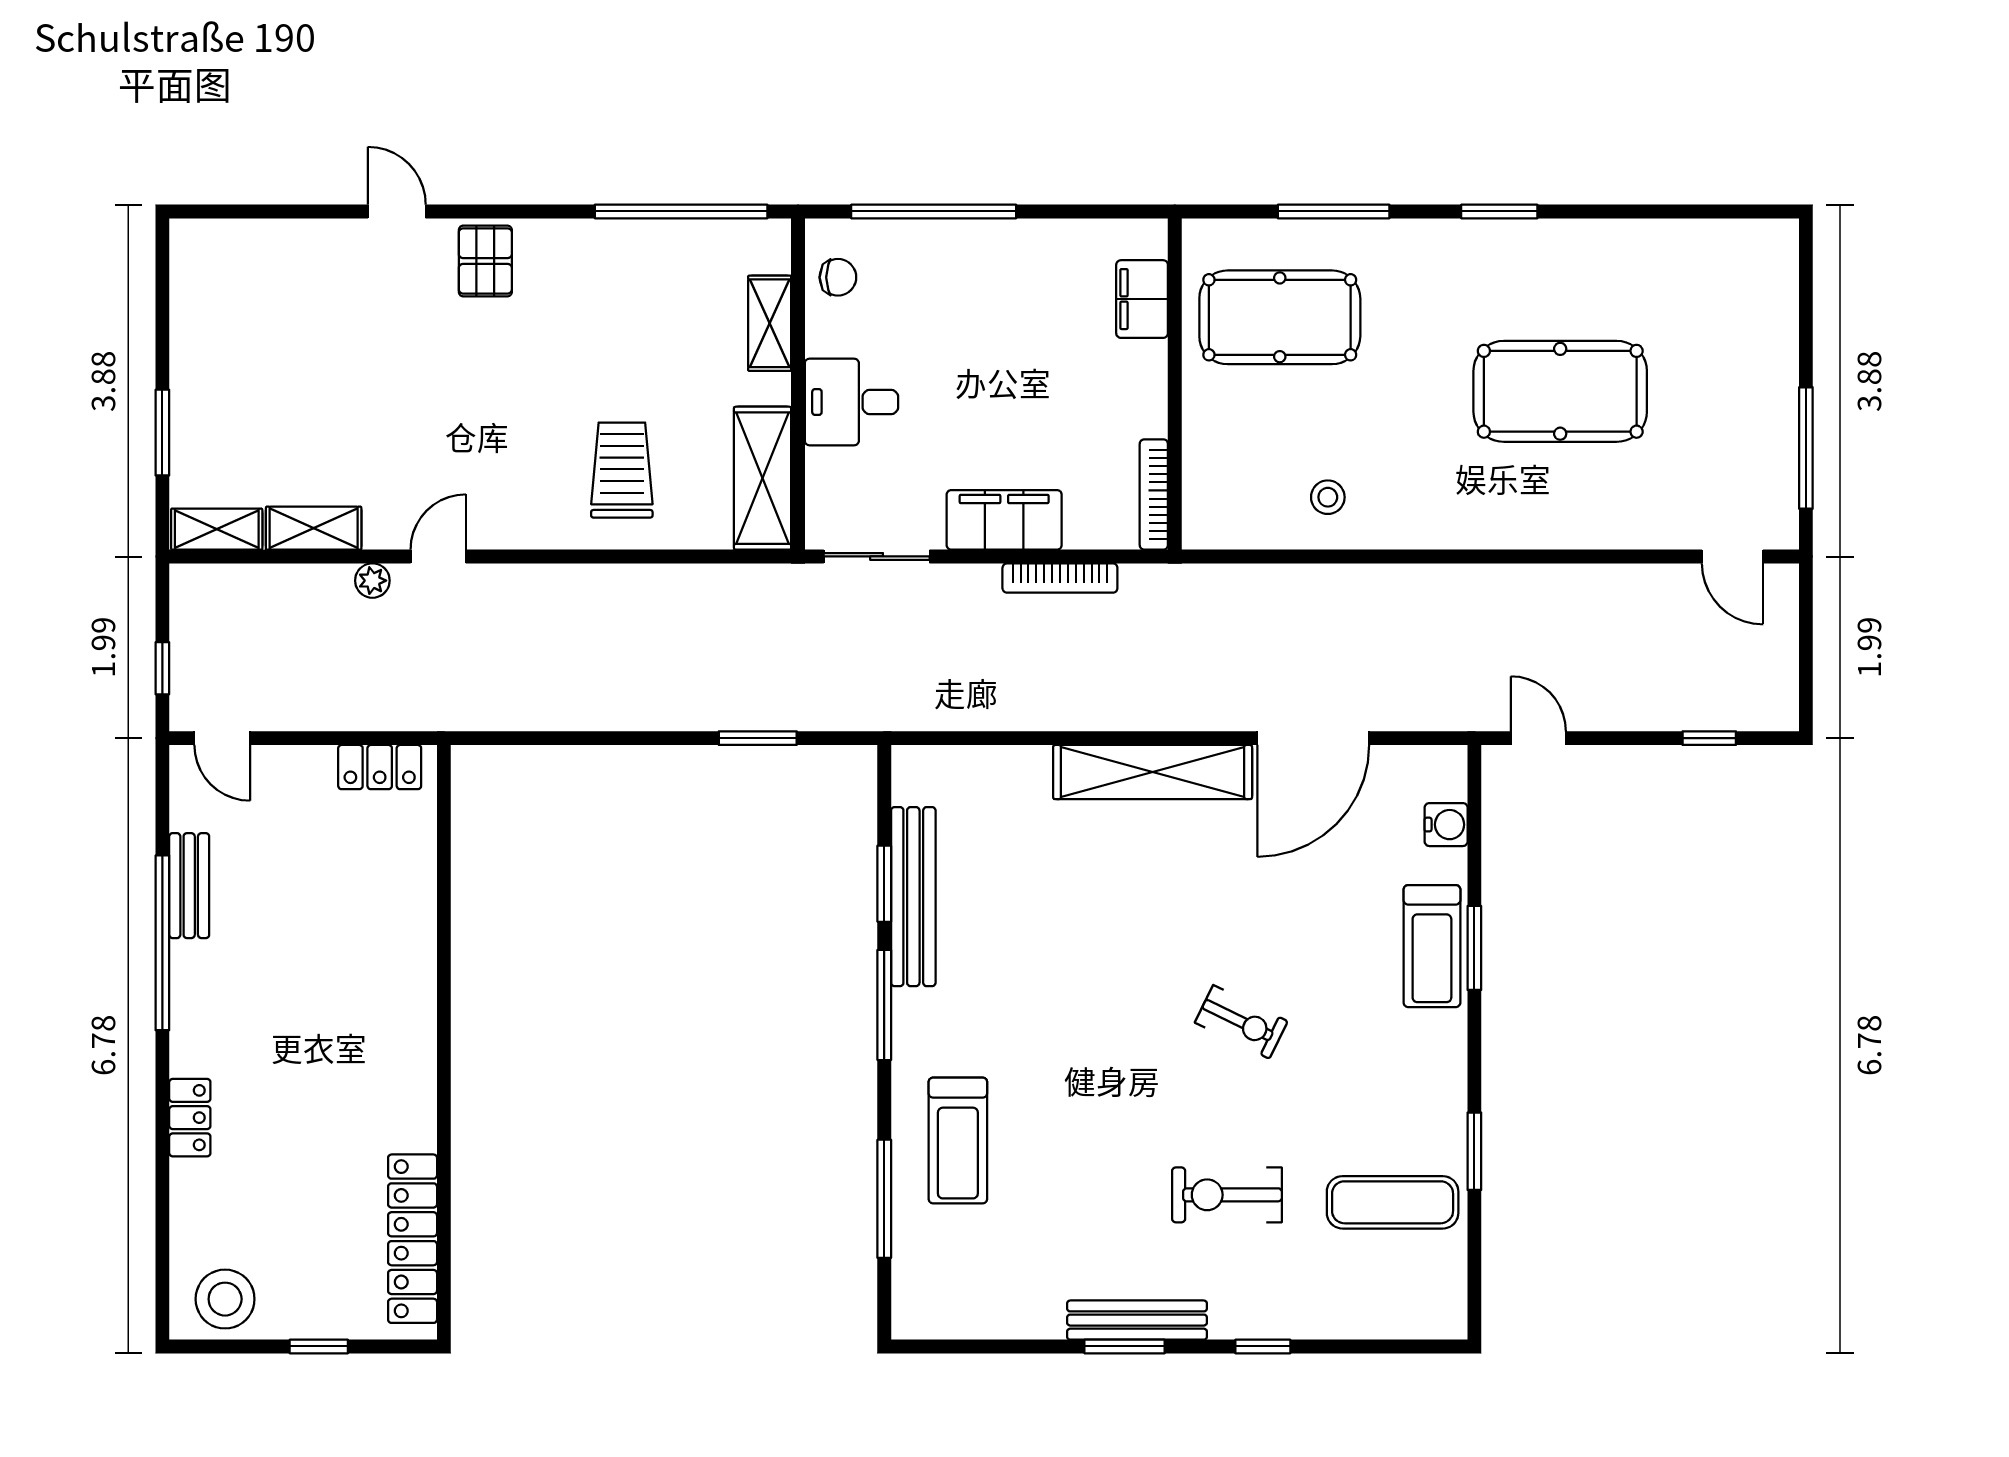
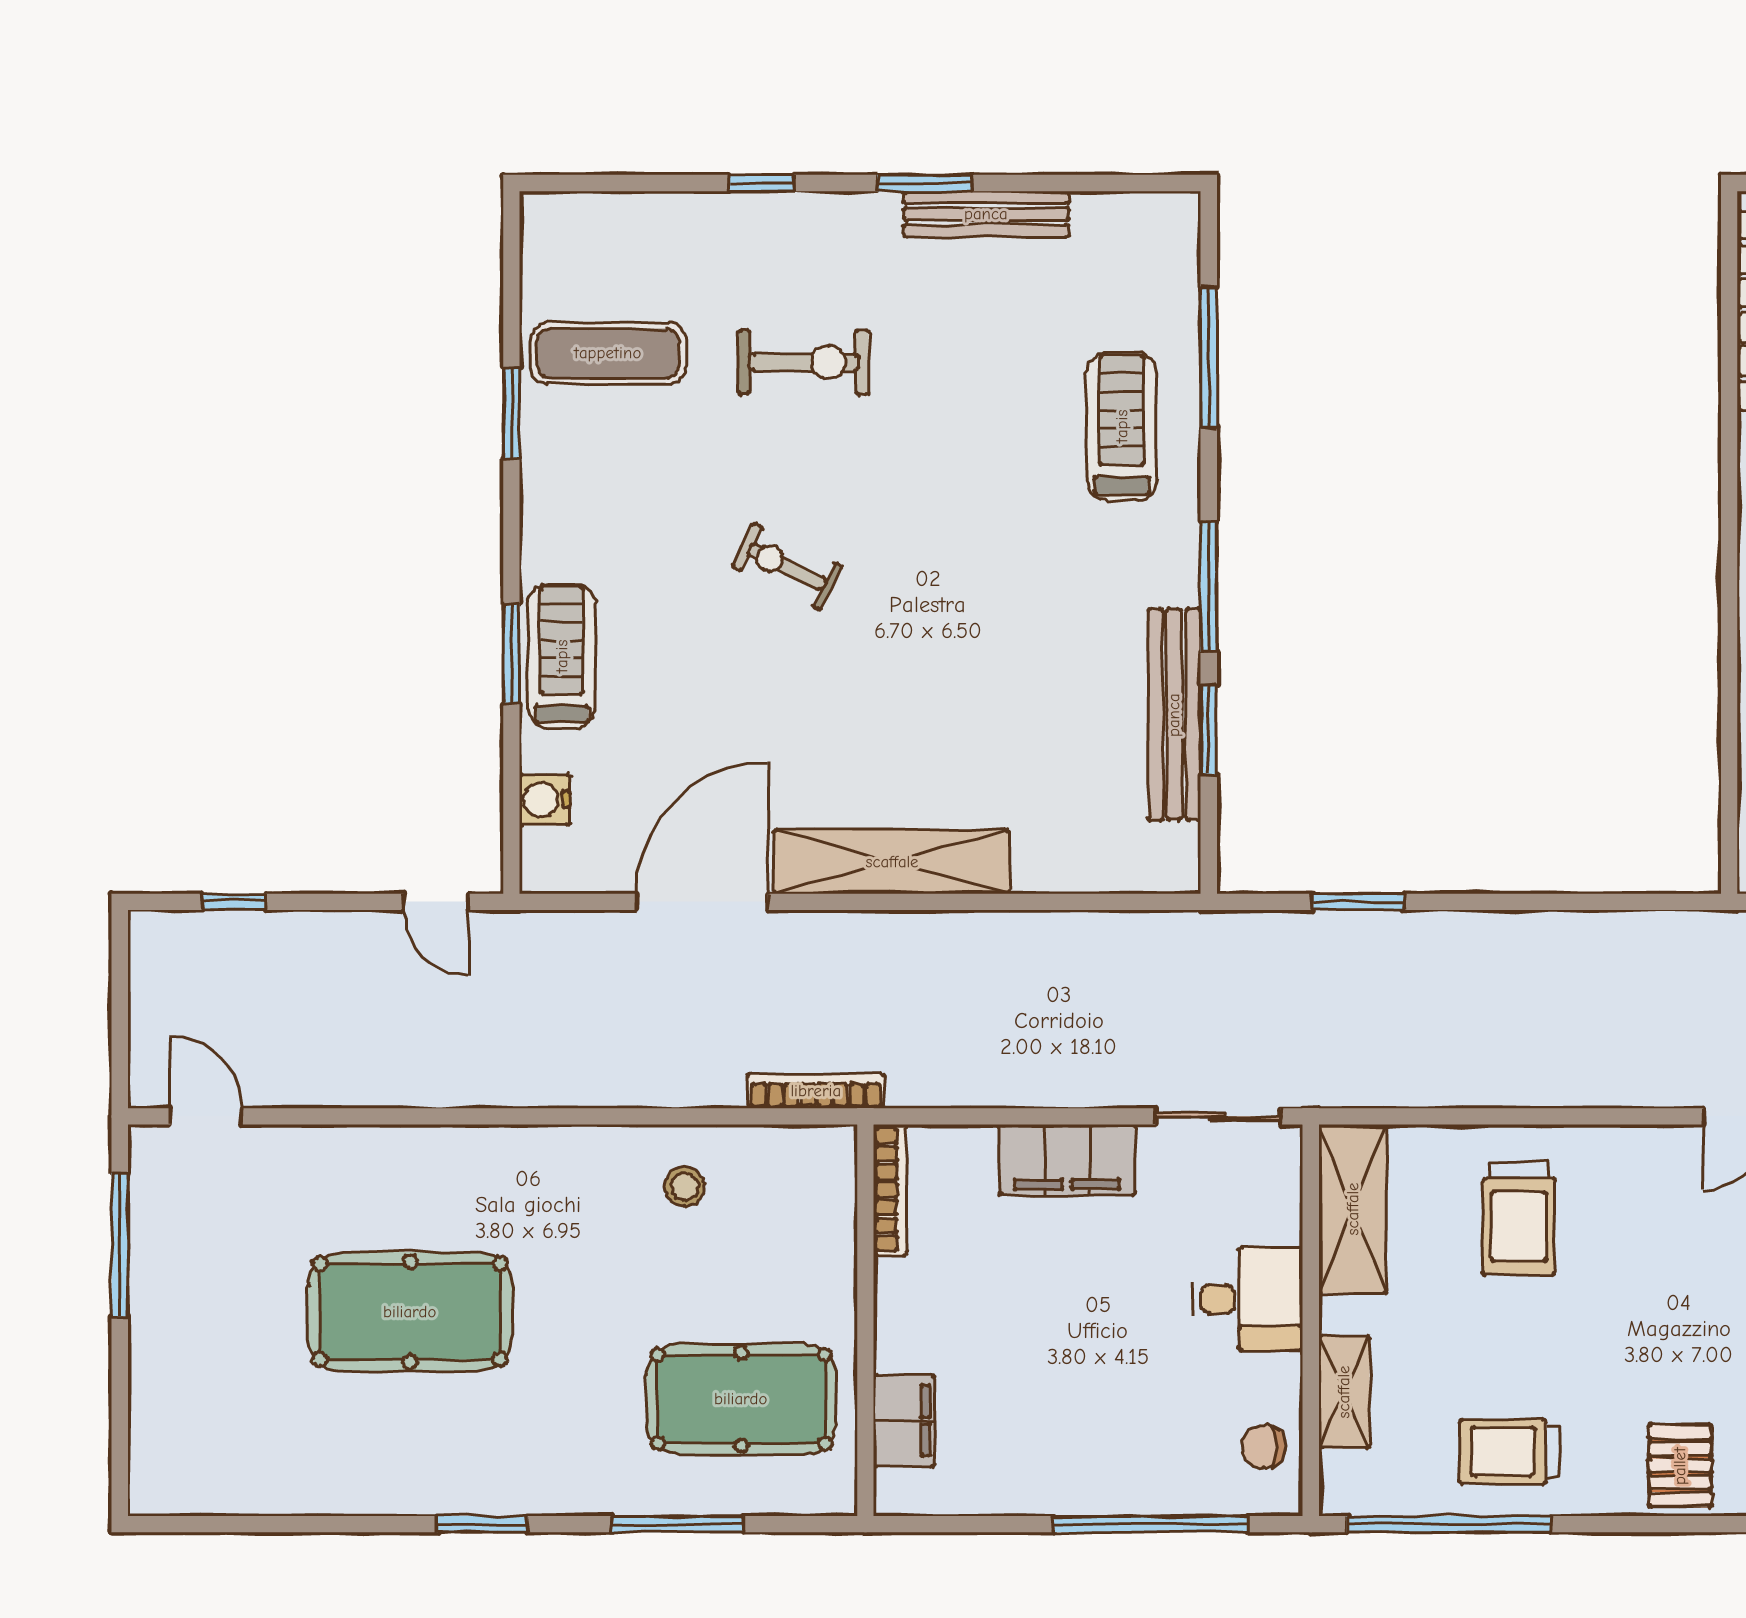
trolley: (629, 273) -> (1510, 1451), added
bookcase: (1060, 578) -> (816, 1091), moved
bench: (1137, 1320) -> (986, 214), moved

